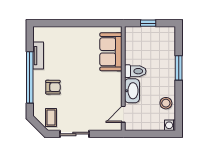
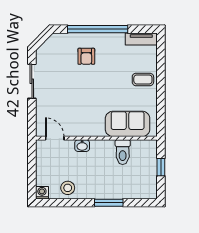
tv unit: (38, 56) -> (141, 39), moved
toilet: (135, 71) -> (123, 152), moved
washbasin: (132, 91) -> (82, 146), width x0.52, depth x0.69
coffee table: (51, 117) -> (143, 79), moved

